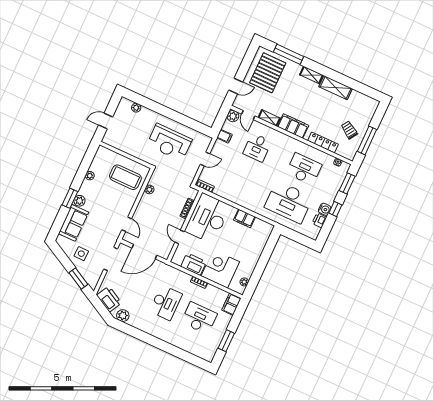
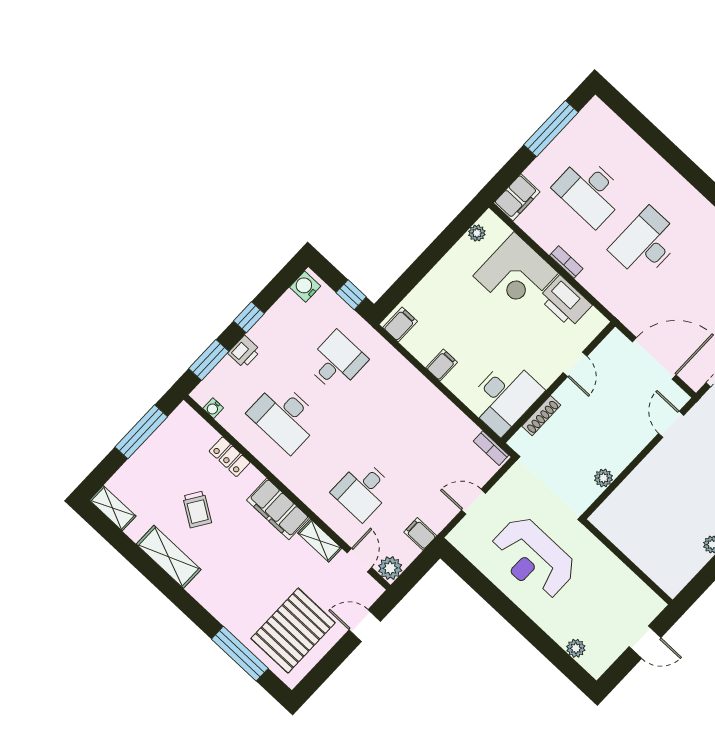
shelving: (311, 75) -> (113, 508), moved
trolley: (349, 130) -> (197, 509), moved
reception desk: (169, 142) -> (533, 558), turned 180
locker: (323, 142) -> (230, 457), width x0.66
desk: (257, 147) -> (363, 490), turned 180
coffee table: (125, 177) -> (643, 518), removed
desk: (289, 202) -> (336, 362), width x0.53, depth x0.77
water cooler: (325, 209) -> (305, 287), moved
desk: (208, 218) -> (505, 397), width x0.73, depth x0.77
filing cabinet: (244, 218) -> (442, 365), width x0.50
printer: (319, 220) -> (244, 352), moved
filing cabinet: (265, 229) -> (400, 324), added
window: (292, 235) -> (351, 295), added
window: (226, 341) -> (551, 129), width x1.44

